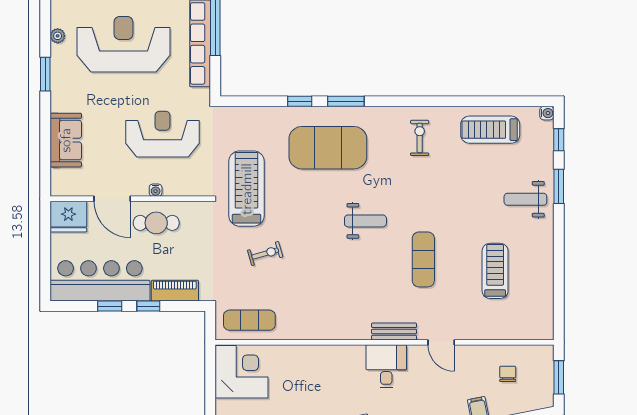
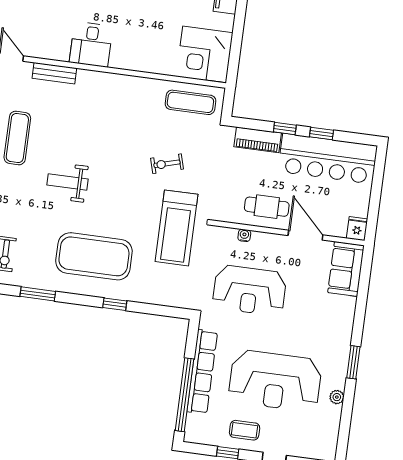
window: (346, 101) -> (38, 294), moved
sofa: (66, 140) -> (346, 269), moved
water cooler: (156, 190) -> (244, 235), moved
fridge: (68, 217) -> (357, 229), width x0.53, depth x0.75
desk: (386, 366) -> (91, 44), moved

